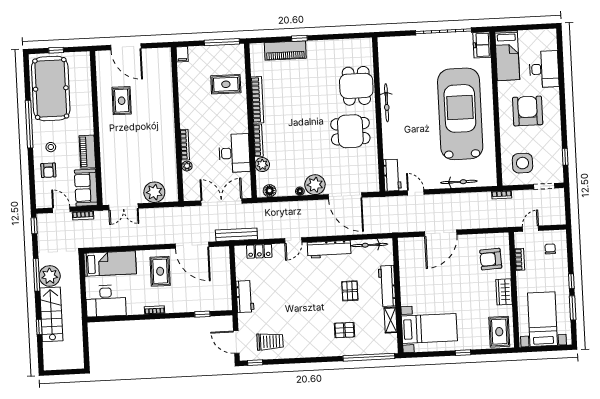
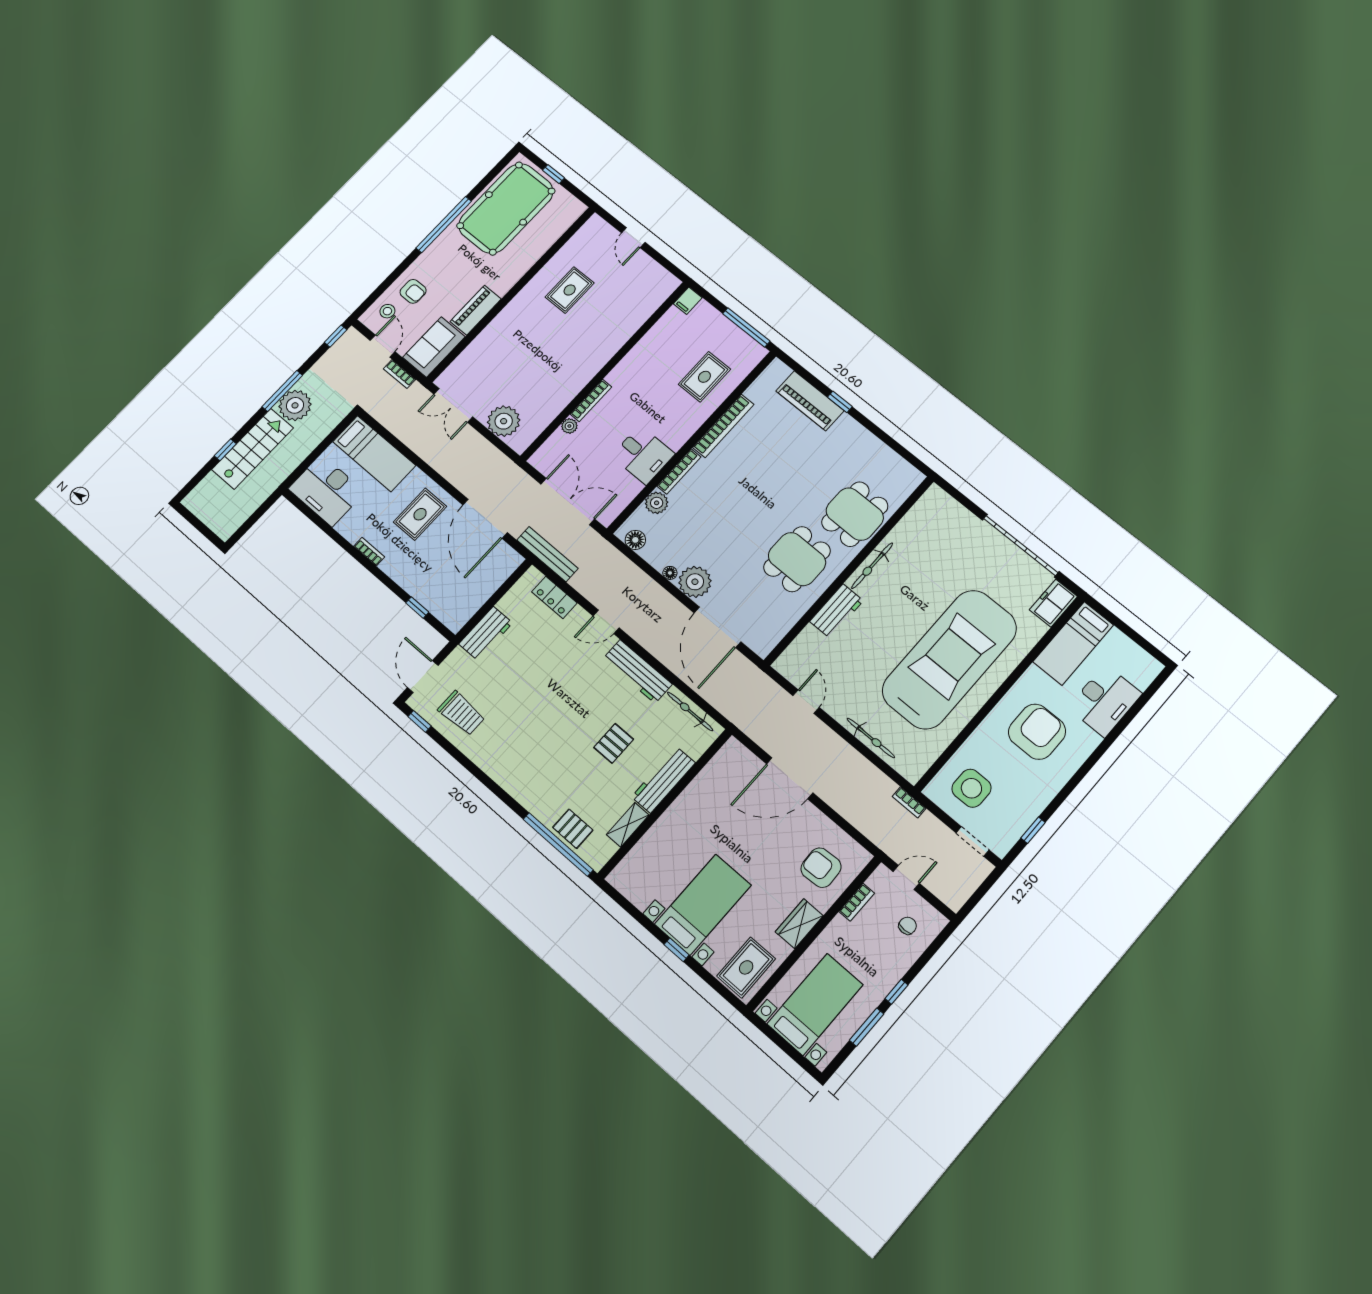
door: (126, 47) -> (633, 238), width x0.53
rug: (226, 84) -> (704, 377), turned 90
dining table: (350, 131) -> (797, 559), turned 90
stool: (51, 147) -> (387, 311), moved
desk: (234, 153) -> (643, 455), width x0.73
armchair: (48, 170) -> (413, 291), turned -90
workbench: (392, 175) -> (837, 611), moved
bed with nightstands: (429, 328) -> (703, 905), moved, turned -90
pallet: (344, 330) -> (573, 829), moved

